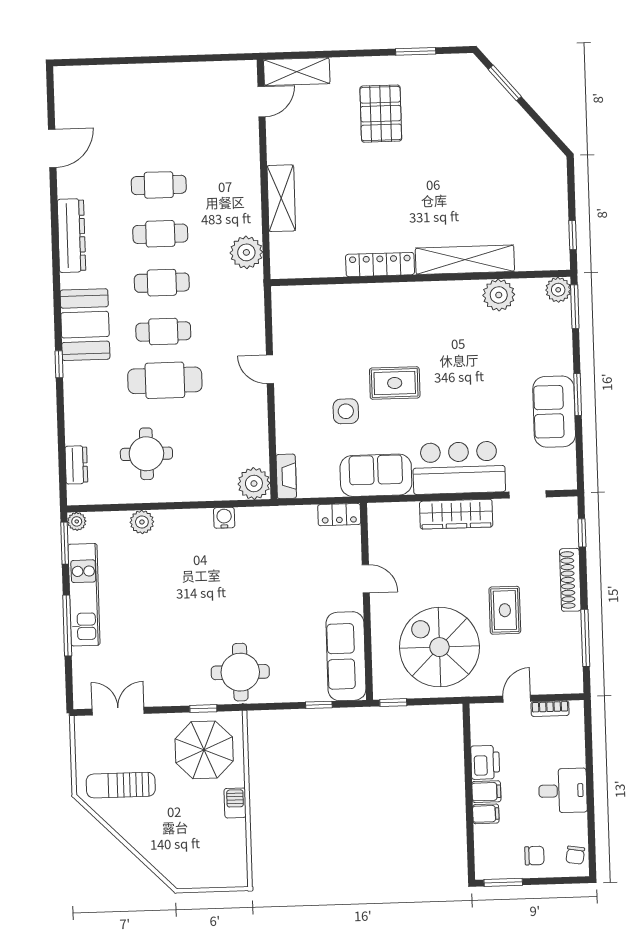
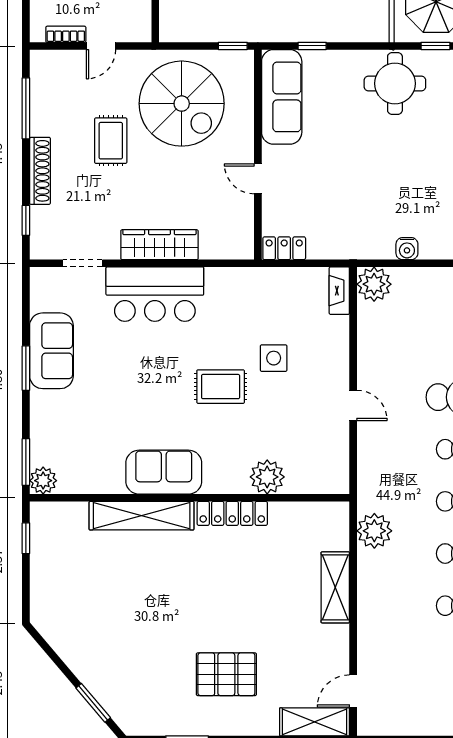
pallet: (381, 114) -> (226, 674), turned 90
plant: (499, 295) -> (267, 477), moved
sofa: (376, 475) -> (164, 472), moved, turned 180

